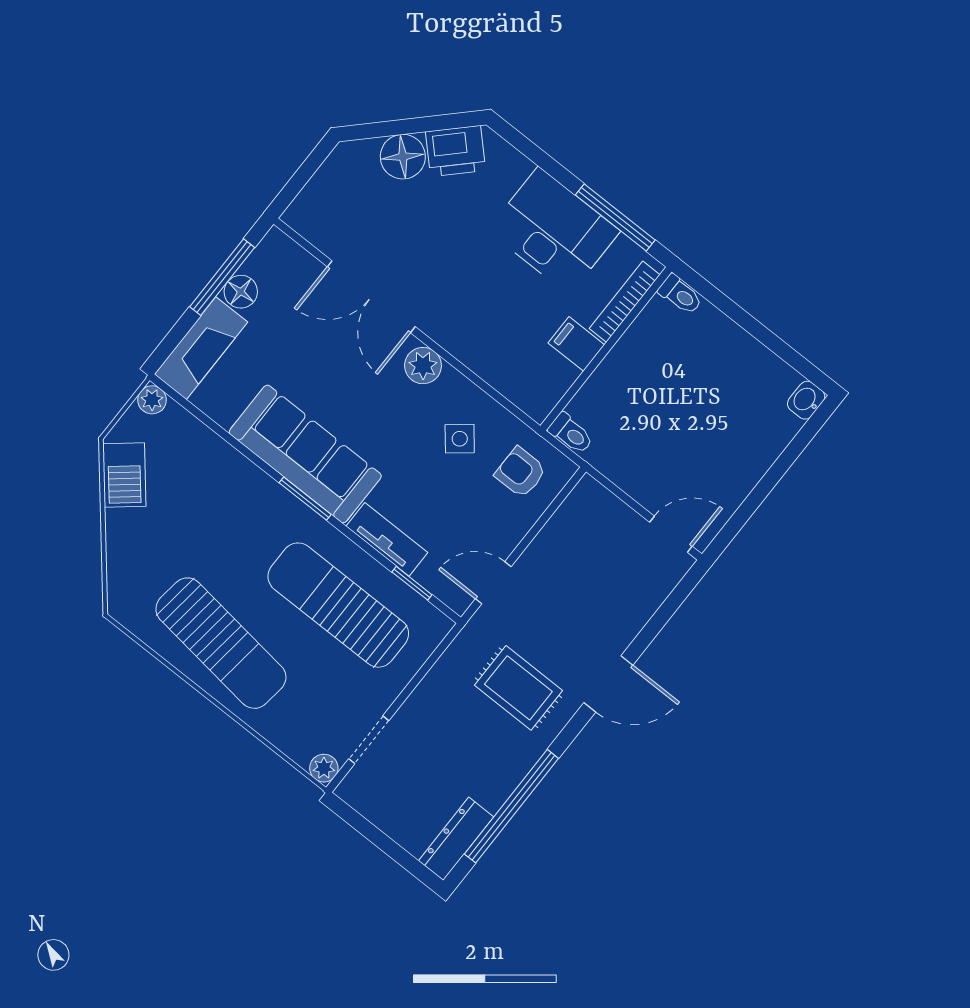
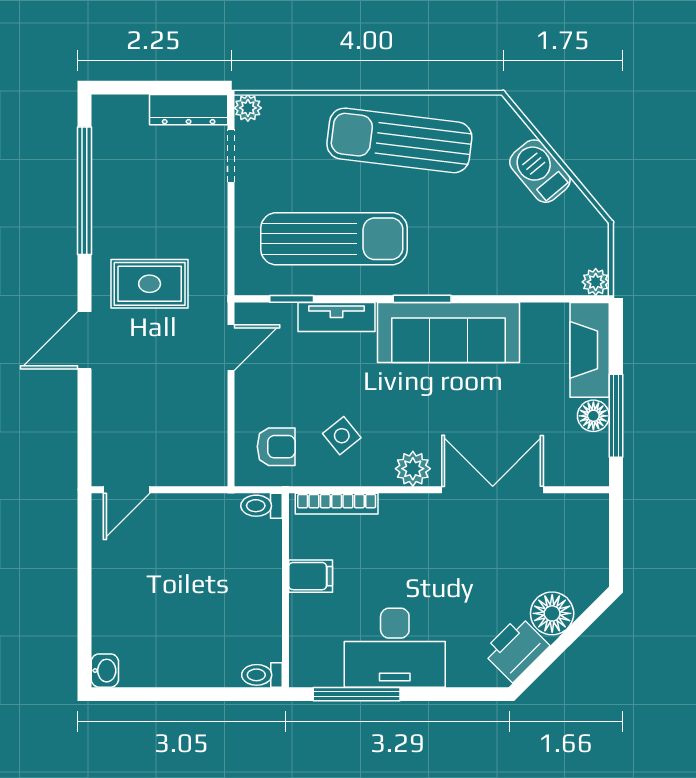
bookcase: (625, 302) -> (337, 504), moved, turned 90
barbecue: (124, 475) -> (540, 171), moved
dresser: (456, 839) -> (189, 110), moved, turned 90

